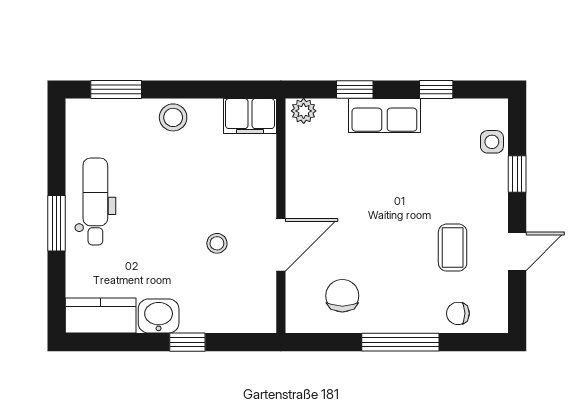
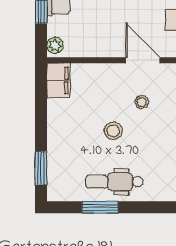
stool: (173, 117) -> (113, 131), moved
window: (56, 223) -> (100, 207), moved

